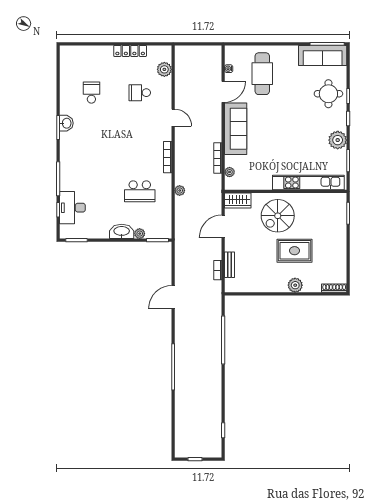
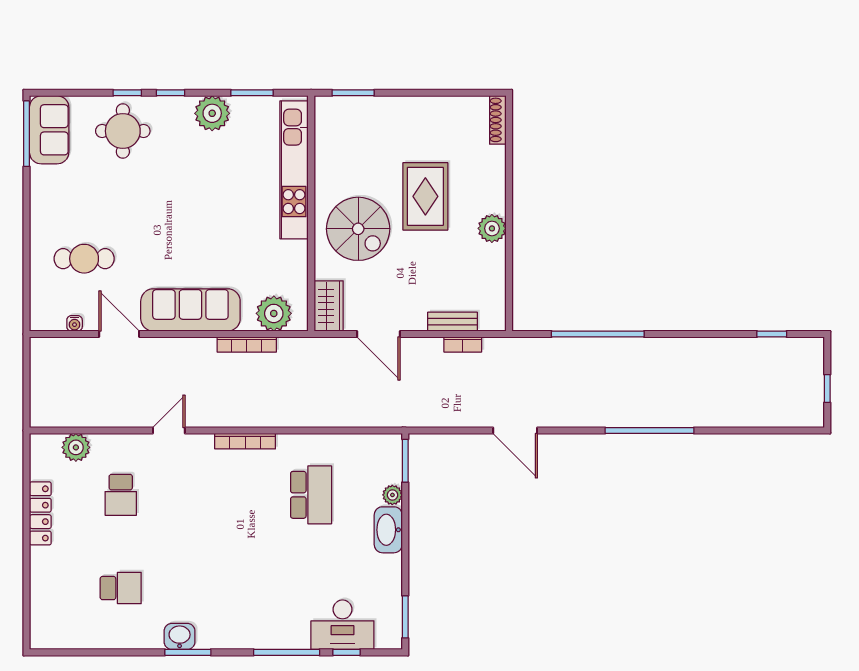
sofa: (323, 56) -> (49, 130), width x0.73
cafe table: (262, 74) -> (84, 259), width x0.73, depth x0.74
school desk: (91, 93) -> (121, 588), turned 180
plant: (230, 172) -> (274, 313), width x1.88, depth x1.88
plant: (180, 190) -> (309, 418), removed
plant: (295, 285) -> (492, 228), moved

